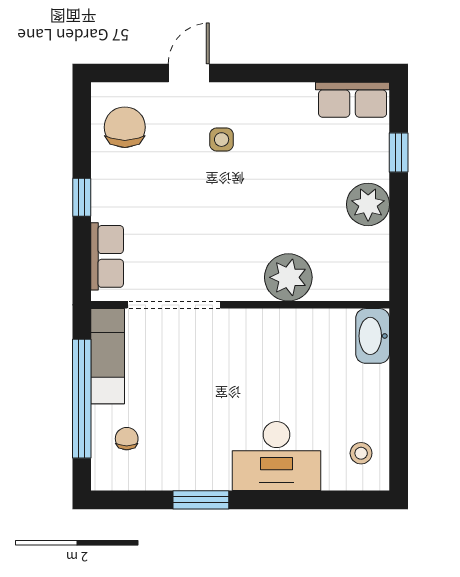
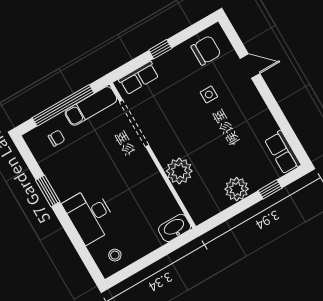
side table: (222, 140) -> (209, 94), moved

